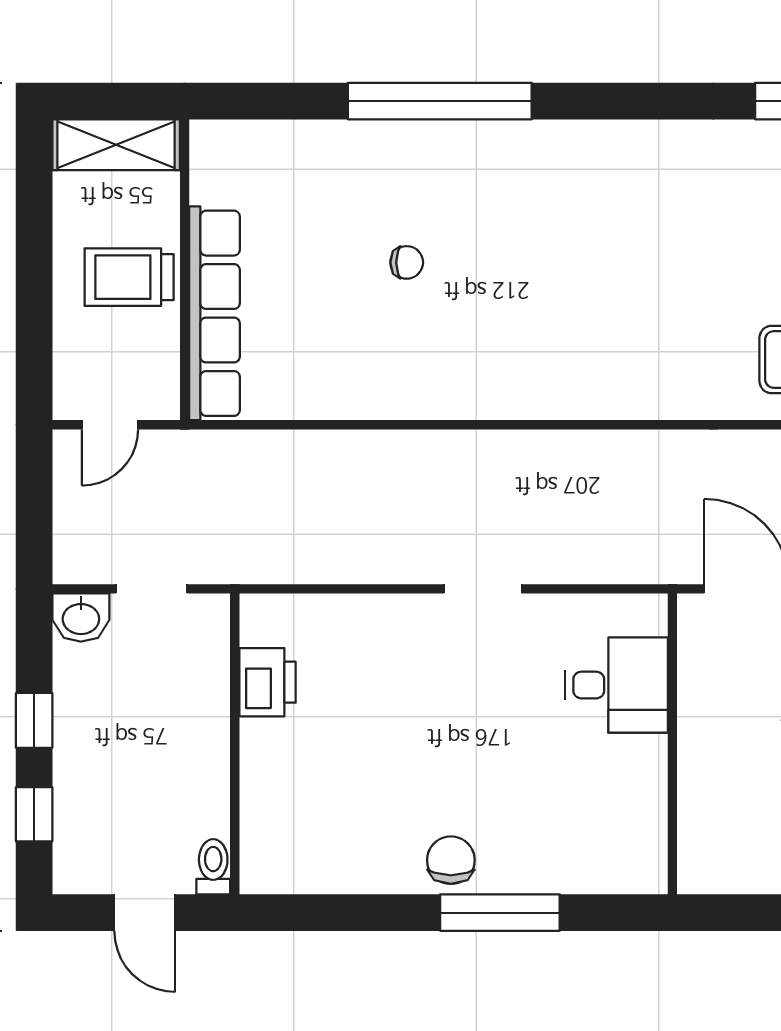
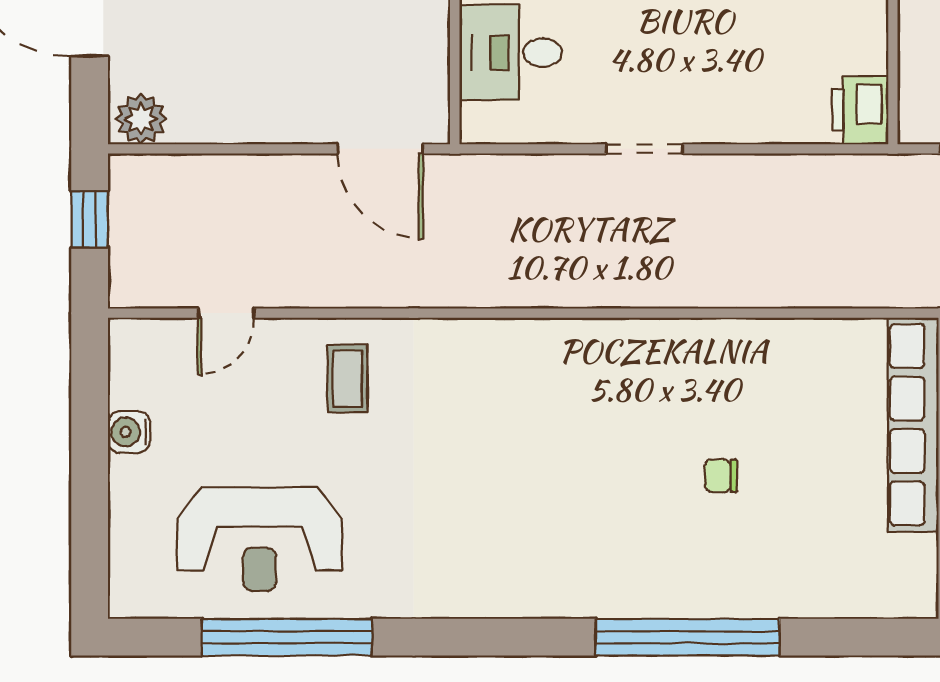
printer: (267, 682) -> (860, 110), moved

